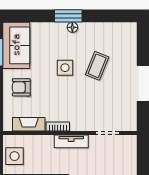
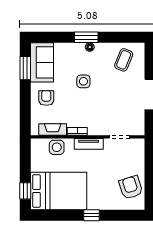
coffee table: (97, 66) -> (124, 60), moved
armchair: (21, 87) -> (46, 98), turned 90
side table: (15, 156) -> (57, 147), moved

